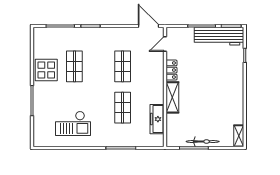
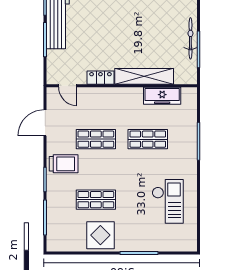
door: (148, 26) -> (45, 123), moved
trolley: (103, 41) -> (64, 164), added
shelving: (172, 97) -> (144, 76), width x1.47

